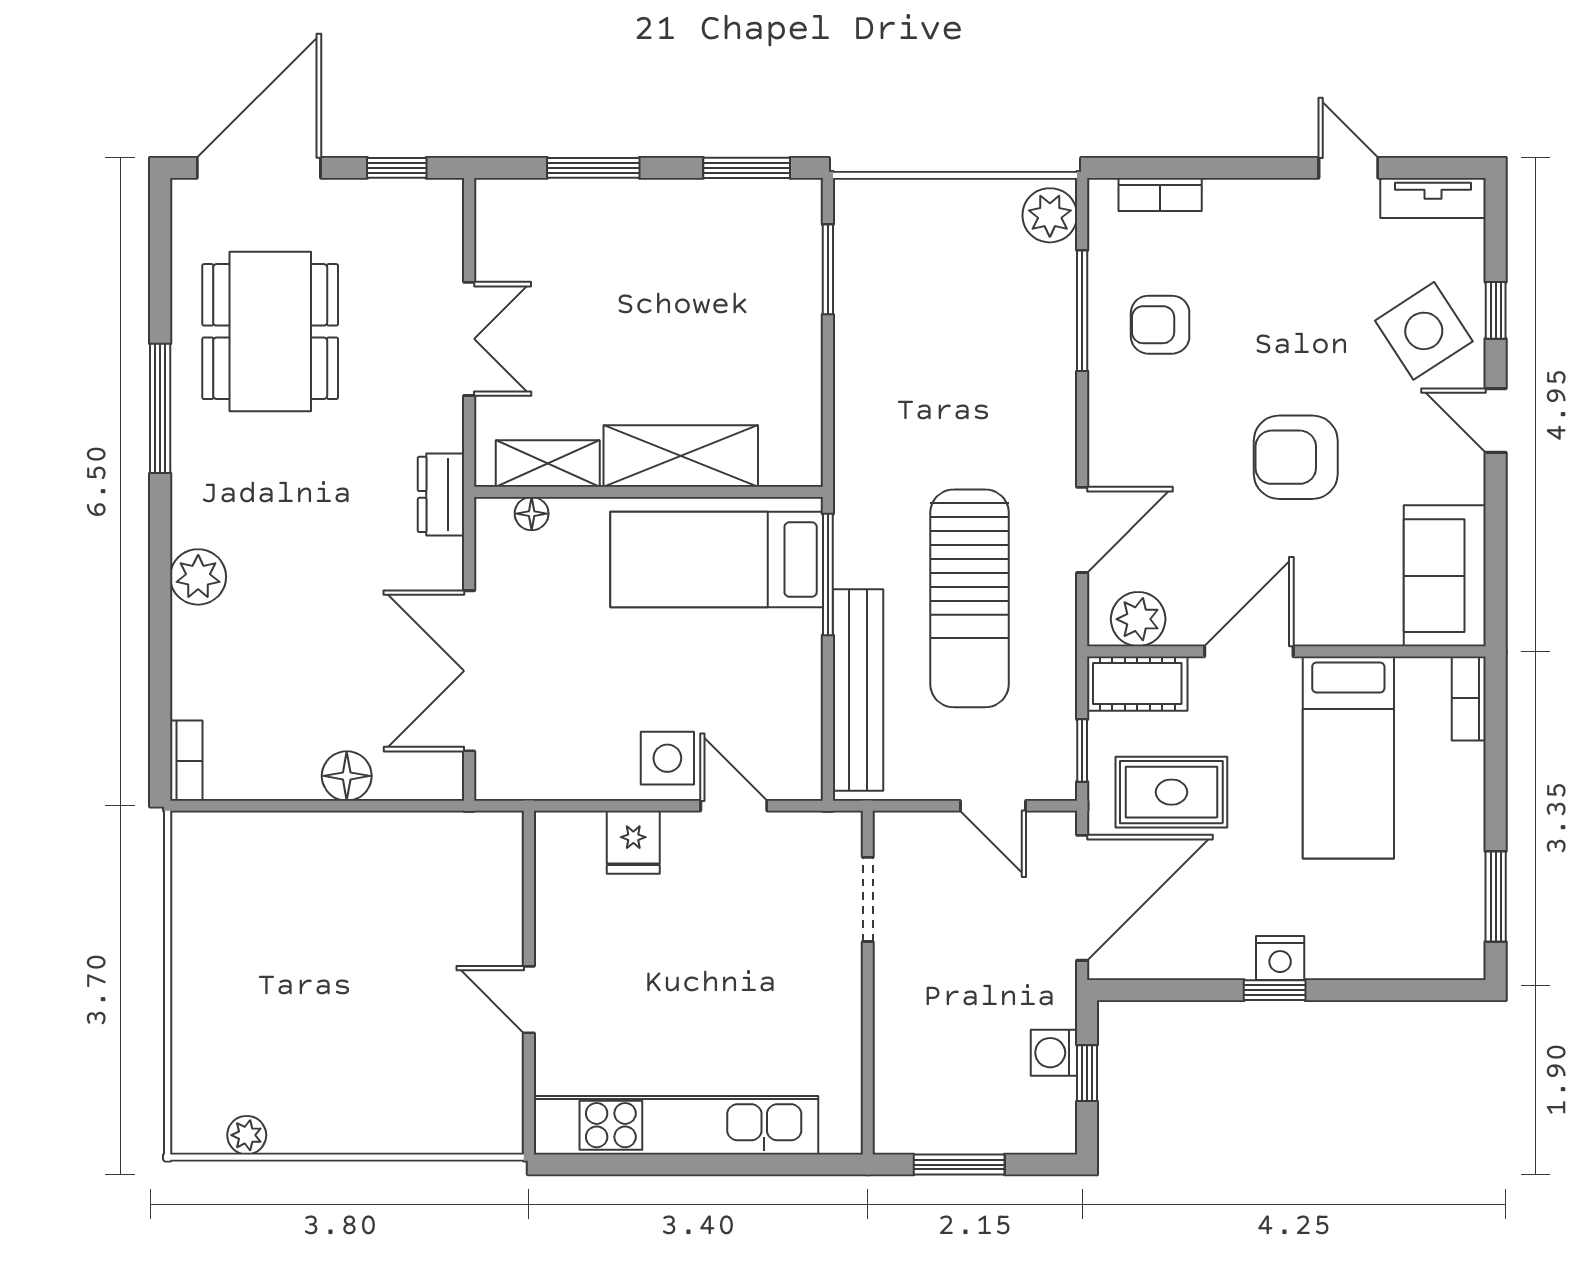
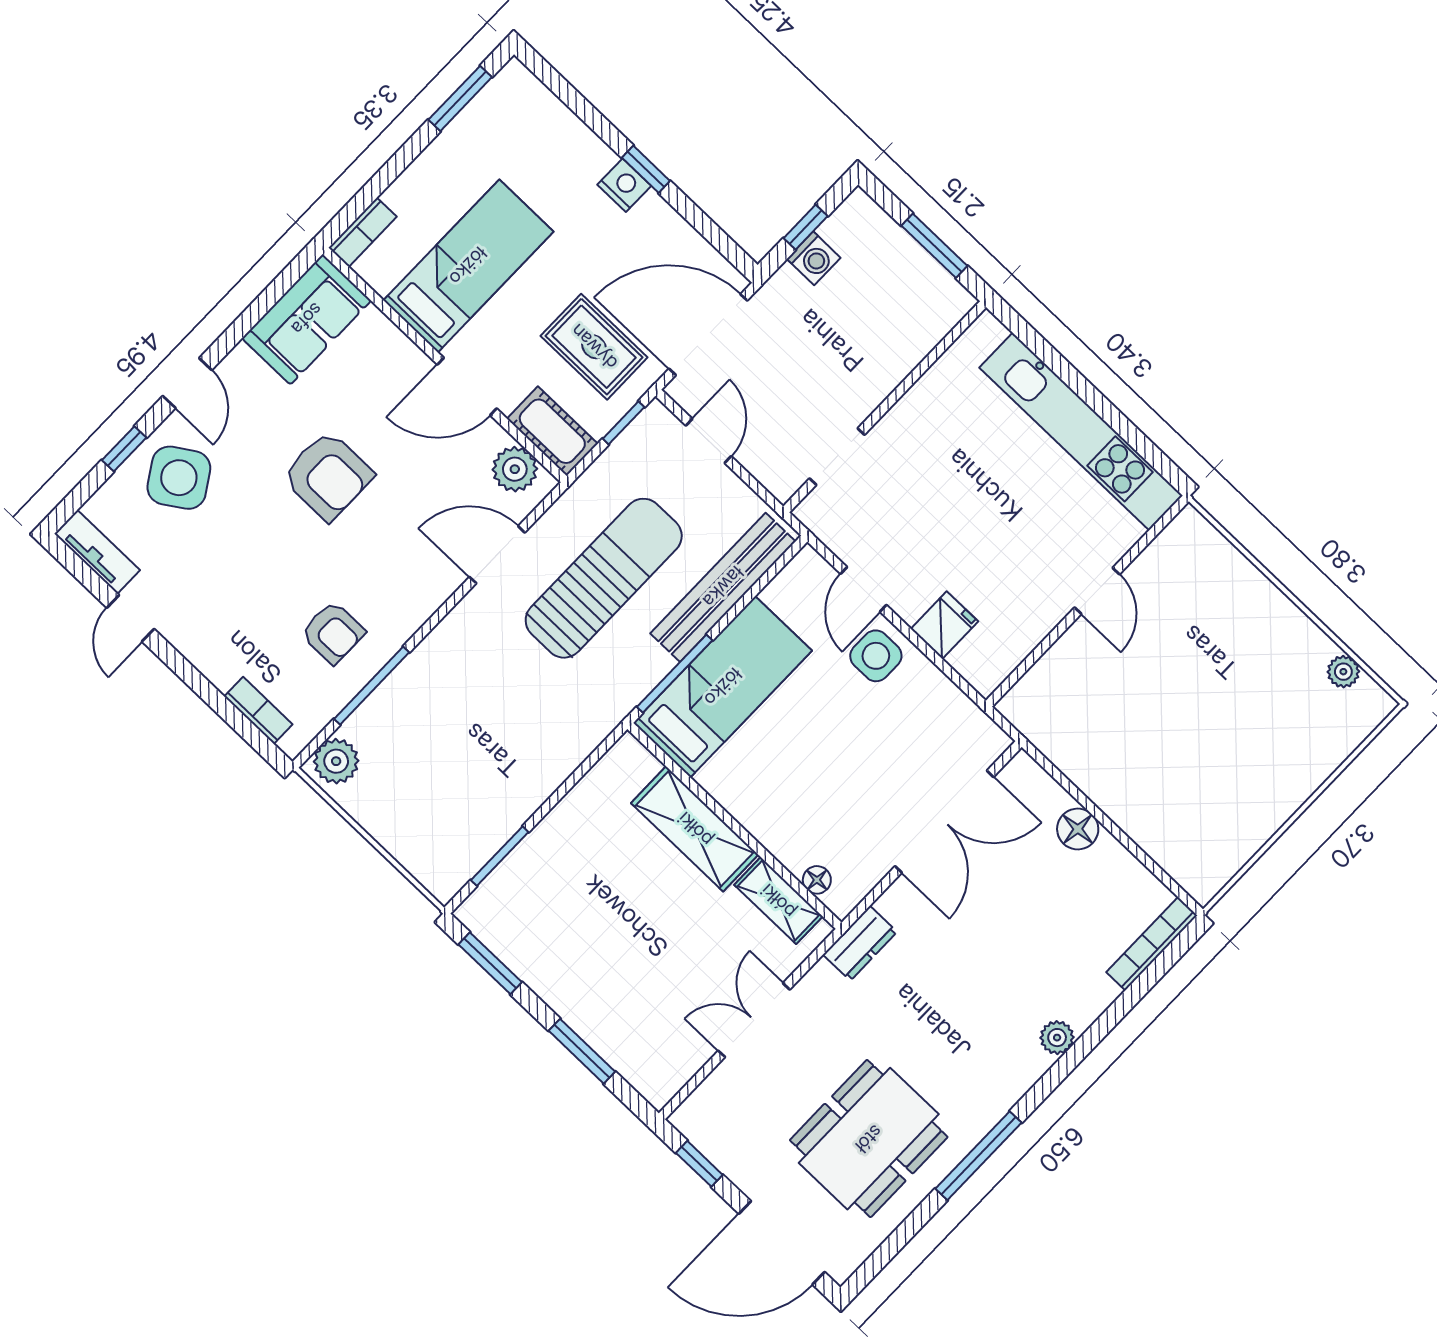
bed: (717, 559) -> (723, 687), moved, turned -90
plant: (198, 577) -> (1057, 1038), width x0.73, depth x0.73
bookcase: (186, 761) -> (1152, 944), width x1.56

